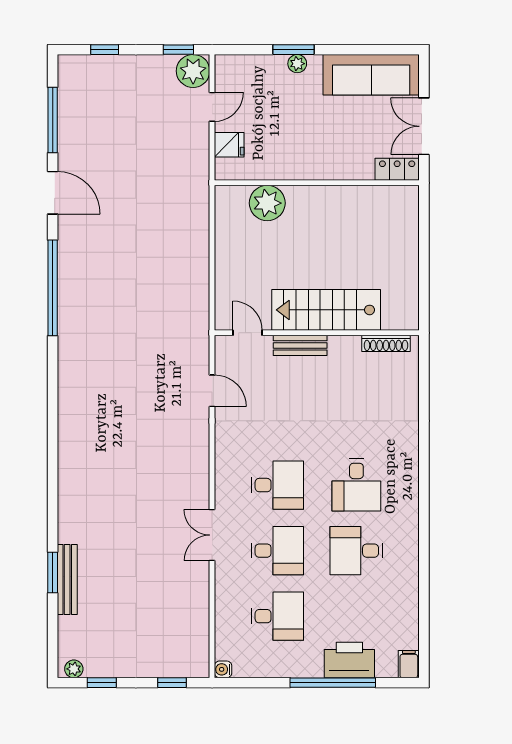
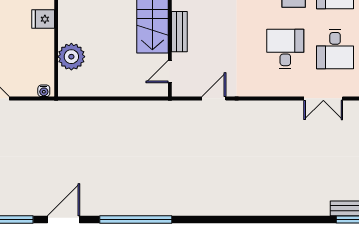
fridge: (229, 145) -> (43, 19), moved, turned -90
water cooler: (222, 167) -> (44, 91), added
desk: (277, 551) -> (335, 49), turned 180

